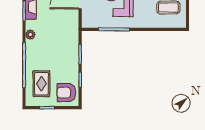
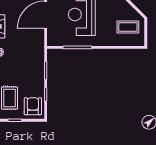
armchair: (66, 93) -> (33, 106), turned 90

